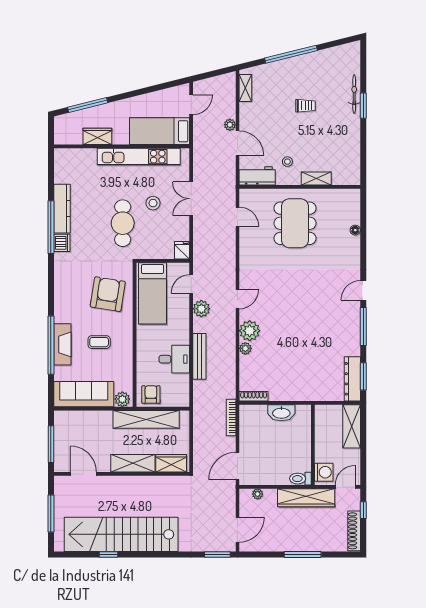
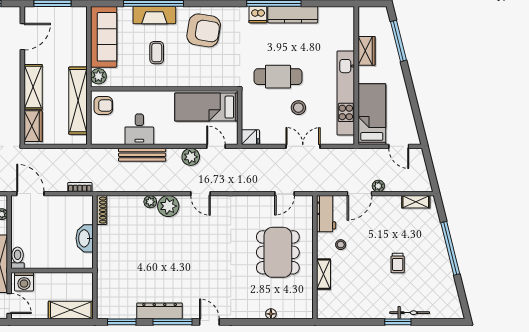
dining table: (295, 223) -> (278, 252), turned 90
armchair: (108, 294) -> (204, 30), moved
dresser: (352, 379) -> (160, 311), moved
bookcase: (231, 417) -> (80, 187), width x0.64

